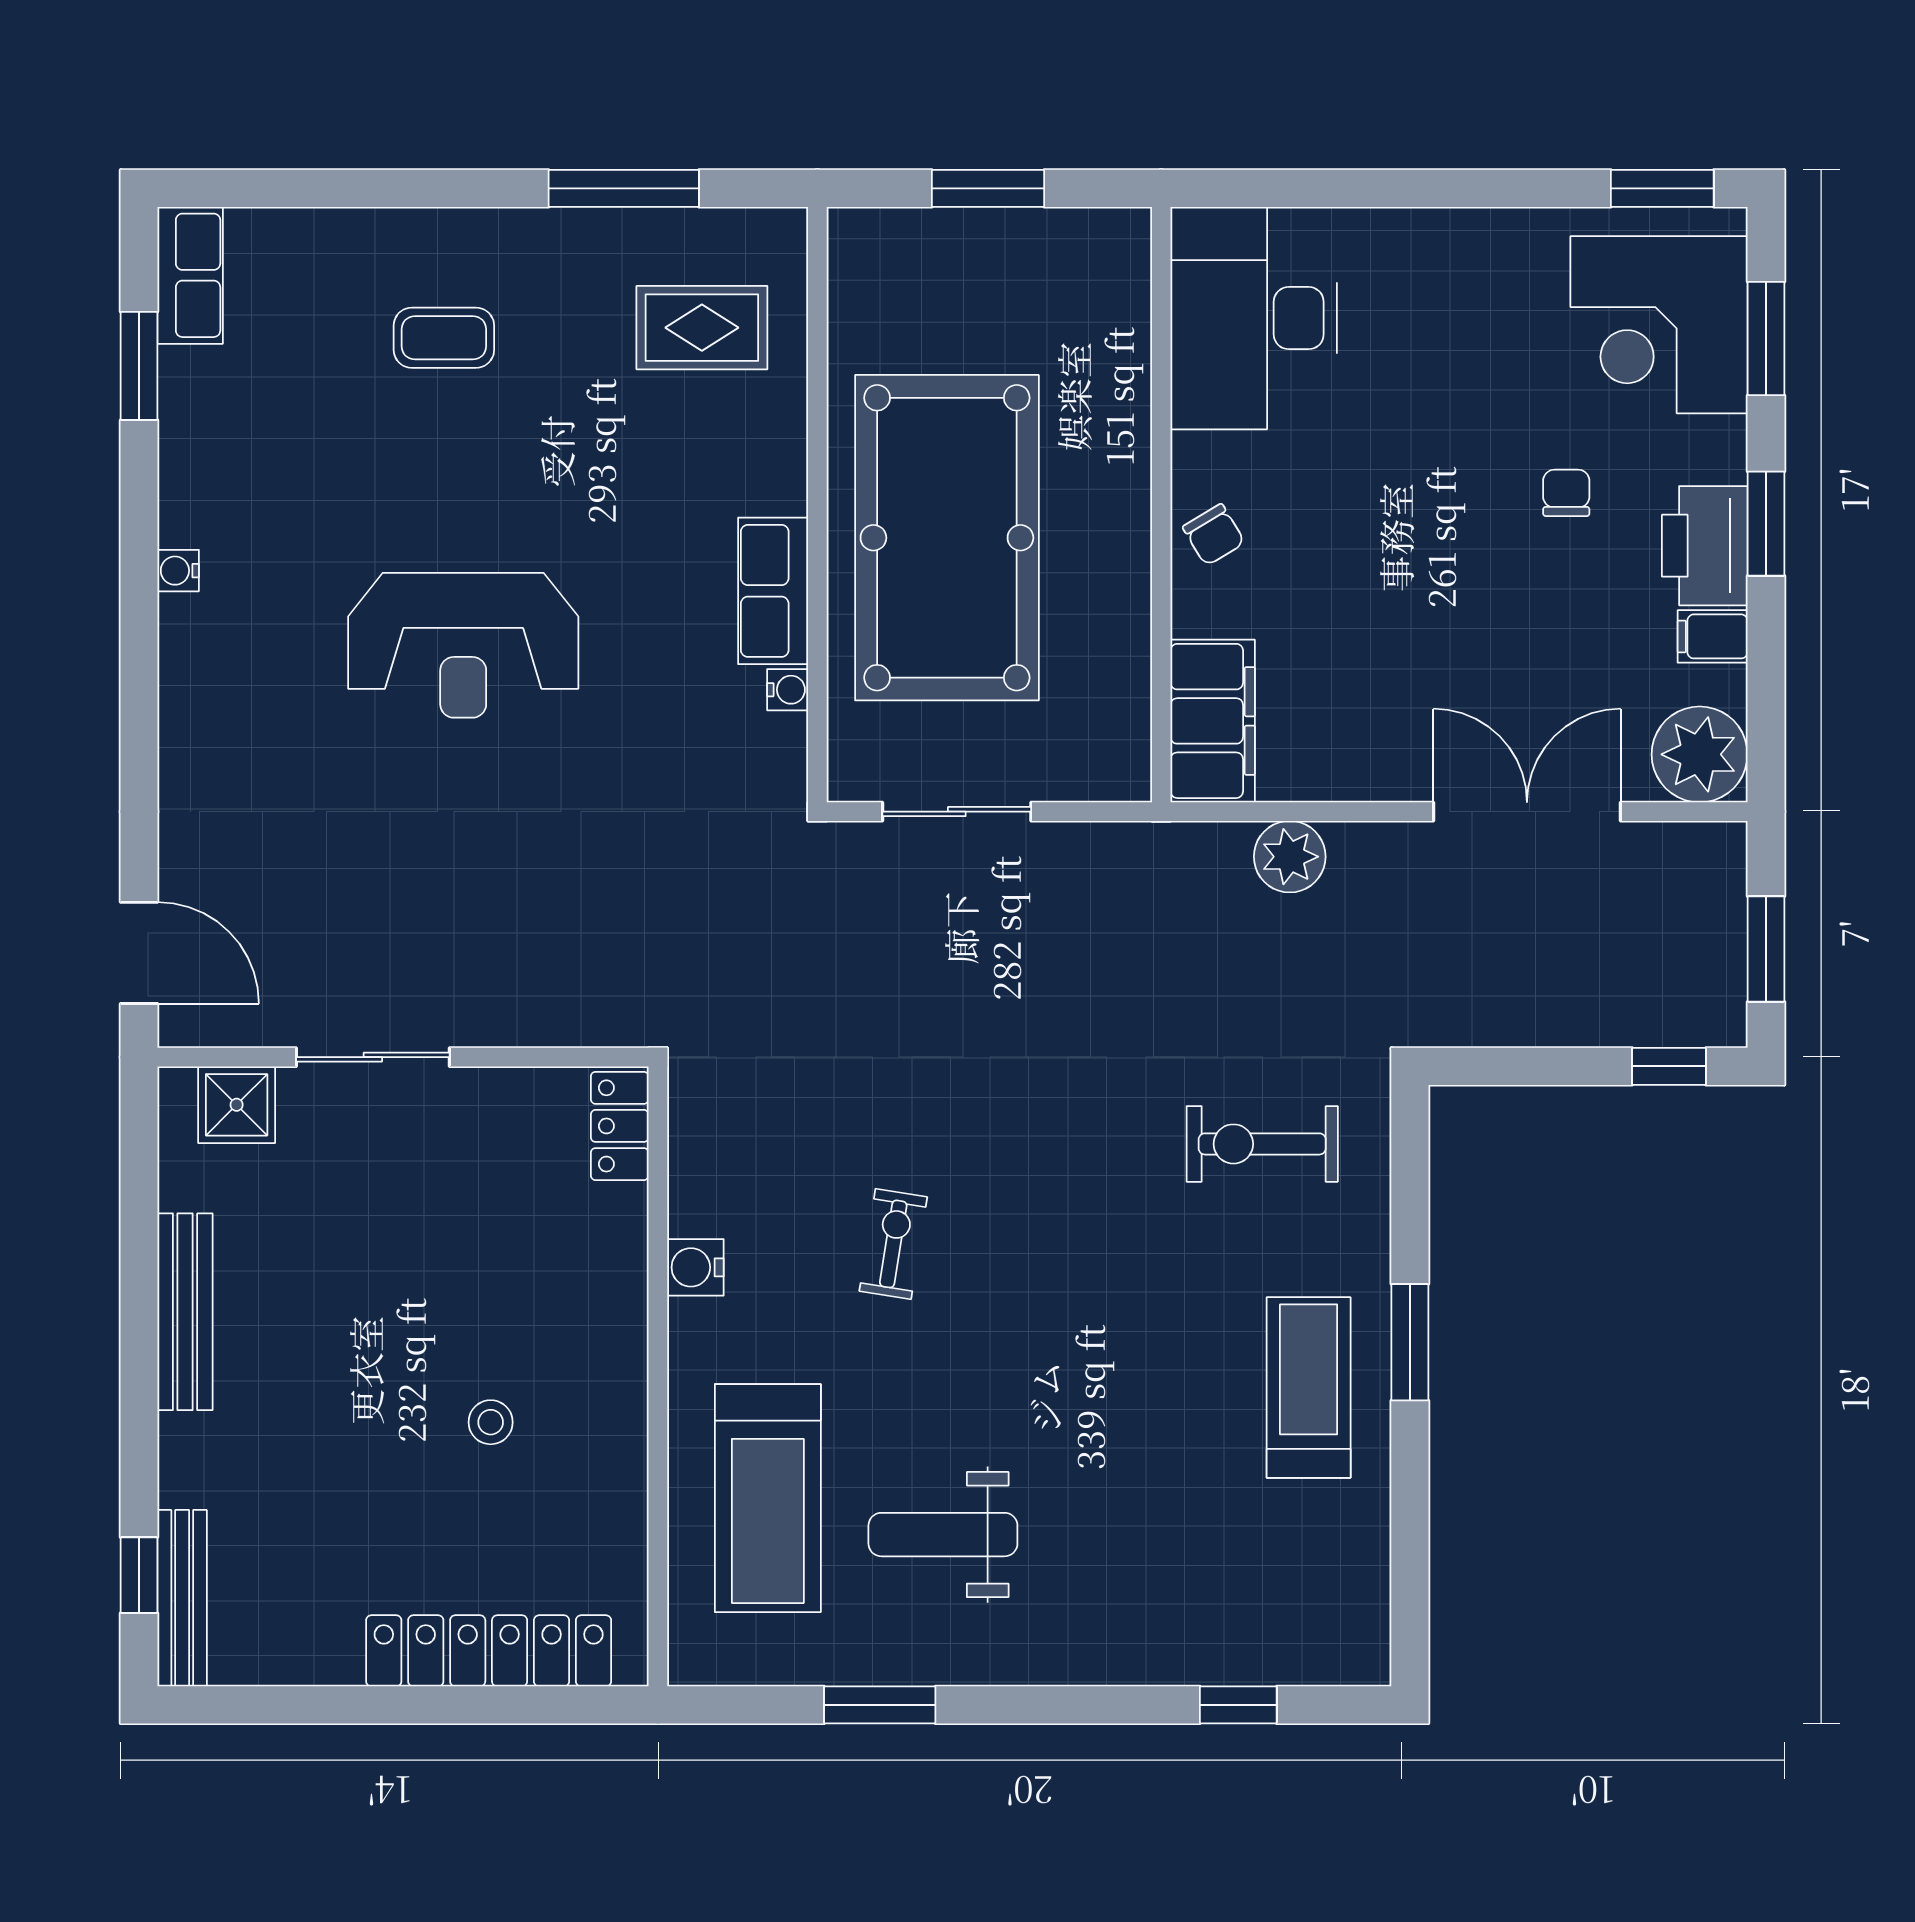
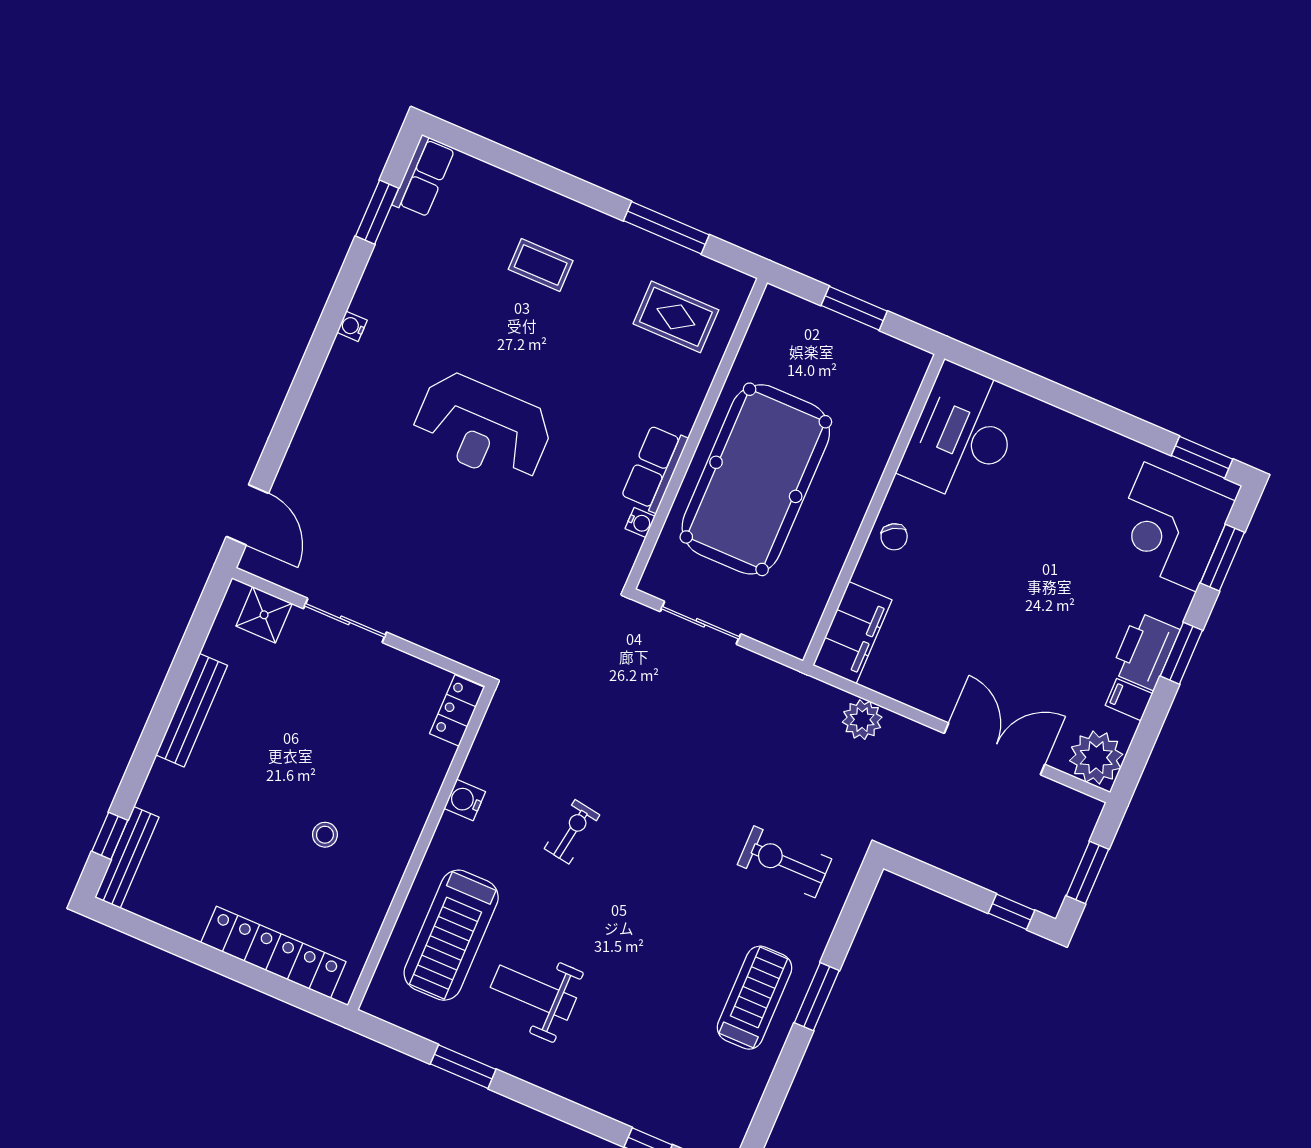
chair: (1566, 493) -> (1085, 593), removed

